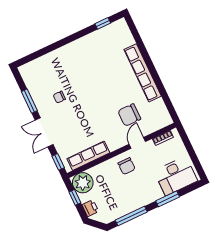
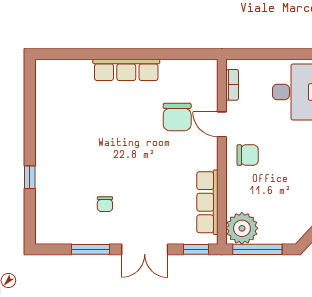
window: (103, 23) -> (30, 177), moved
row of seats: (143, 73) -> (126, 70), width x0.73
window: (75, 197) -> (257, 249), width x2.17
printer: (90, 208) -> (283, 235), removed

